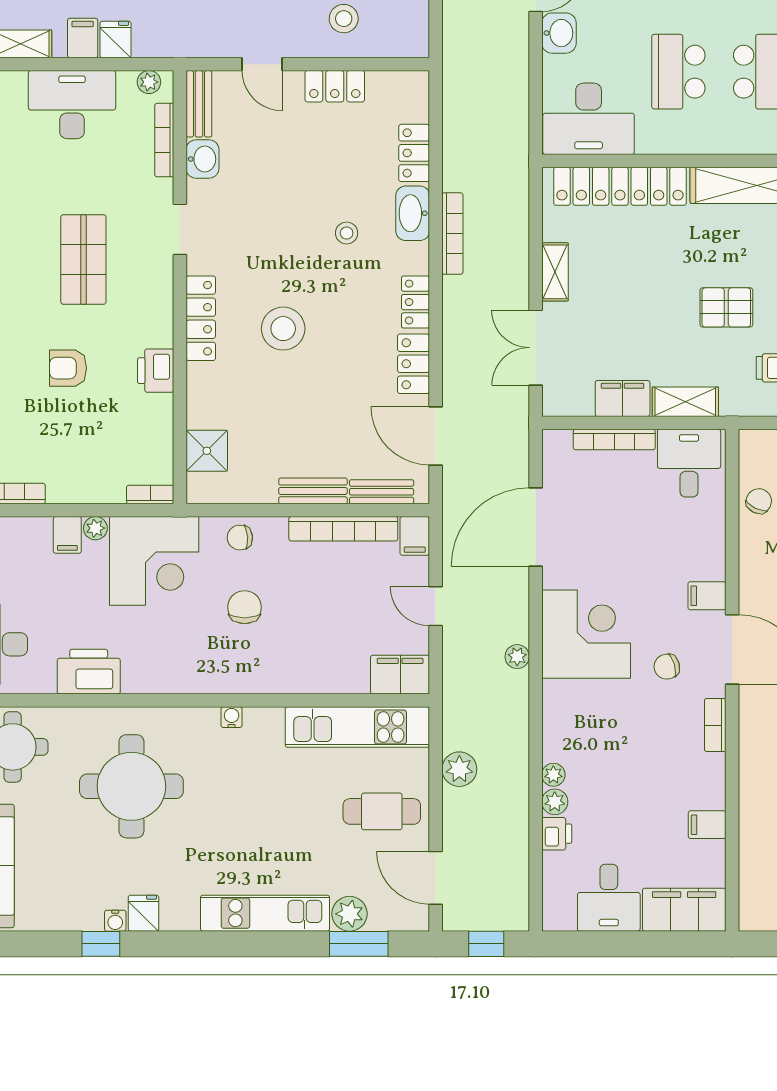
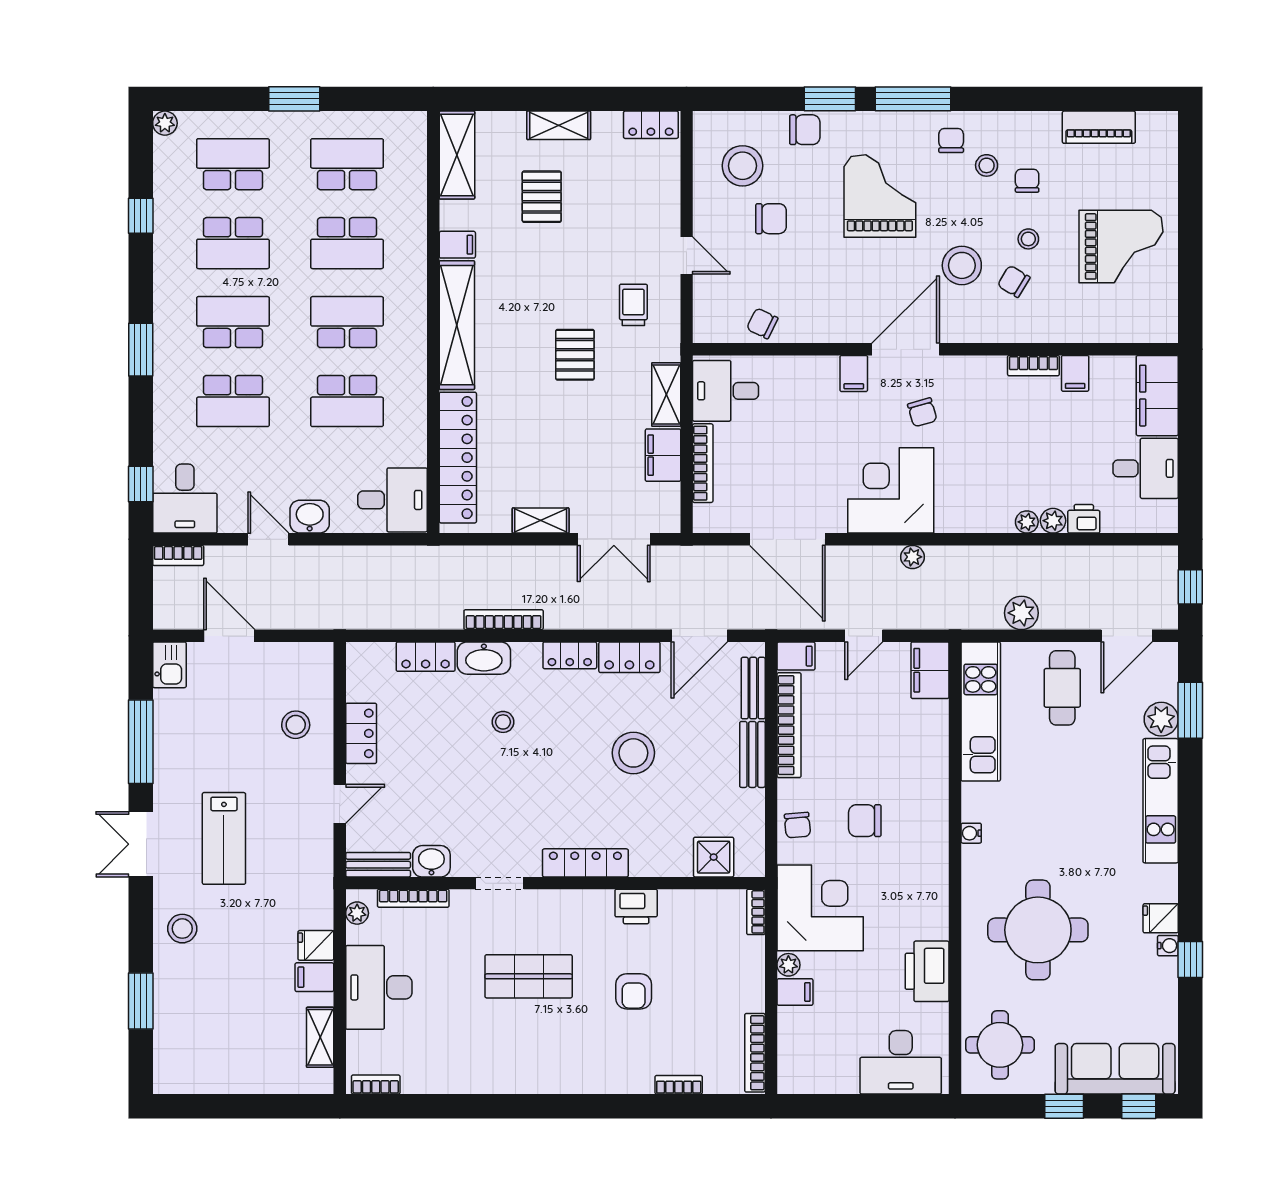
desk: (589, 119) -> (393, 500), width x0.73
stool: (283, 329) -> (633, 753), moved
bookcase: (715, 725) -> (1033, 366), moved

